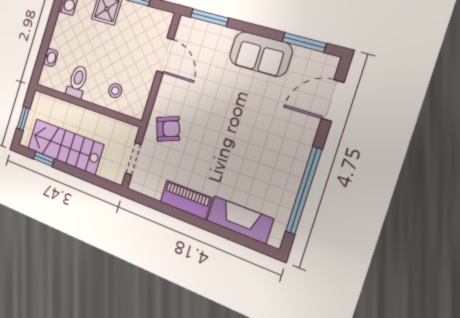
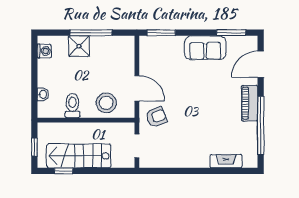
door: (165, 55) -> (137, 88), moved
stool: (115, 91) -> (106, 103), width x1.89, depth x1.89
piano: (186, 200) -> (250, 103), moved, turned -90
fireplace: (240, 220) -> (226, 161), width x0.73, depth x0.76

